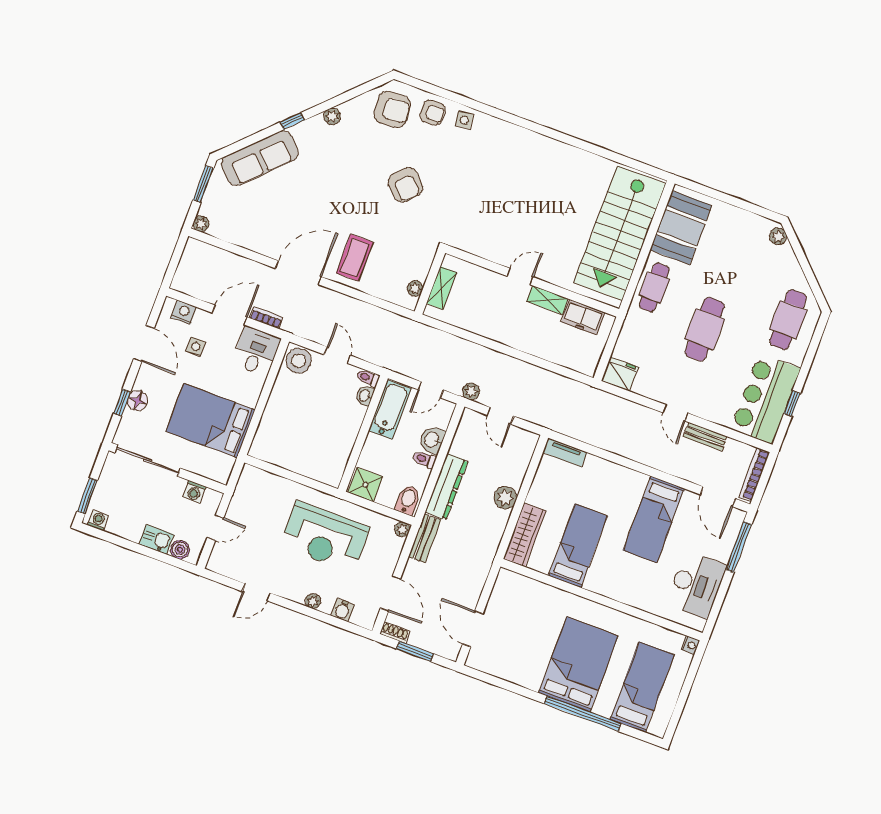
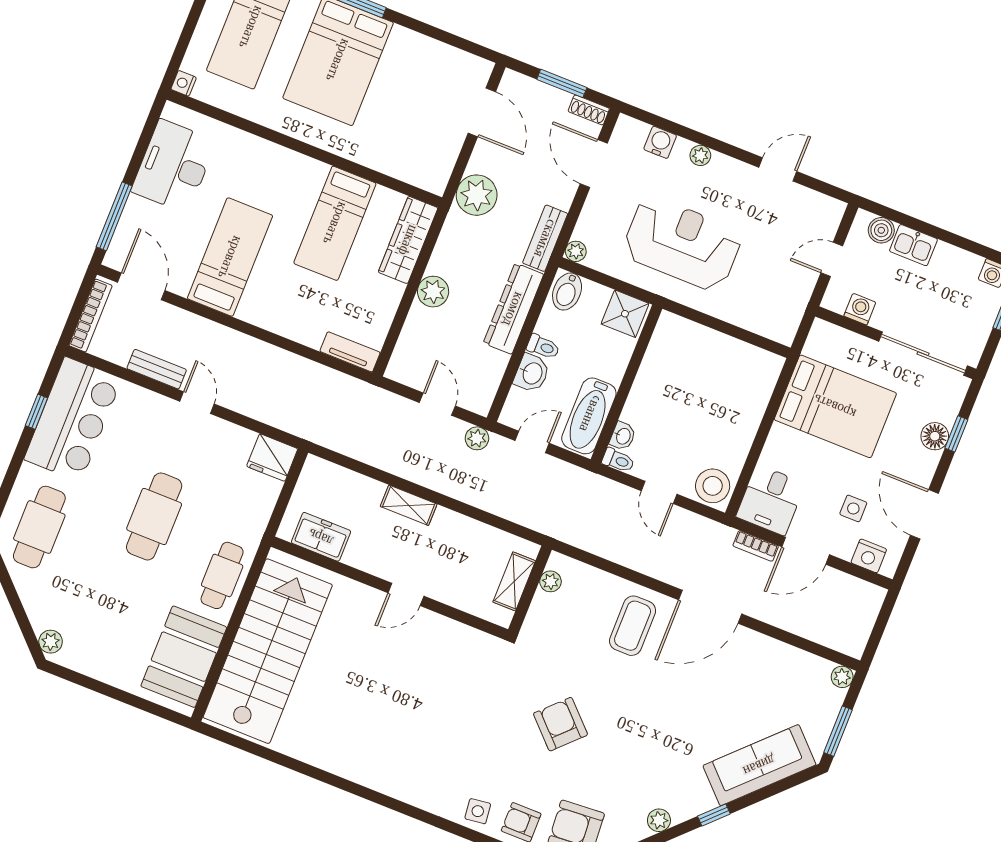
shelving: (547, 300) -> (409, 505), moved
plant: (475, 569) -> (477, 195), added

